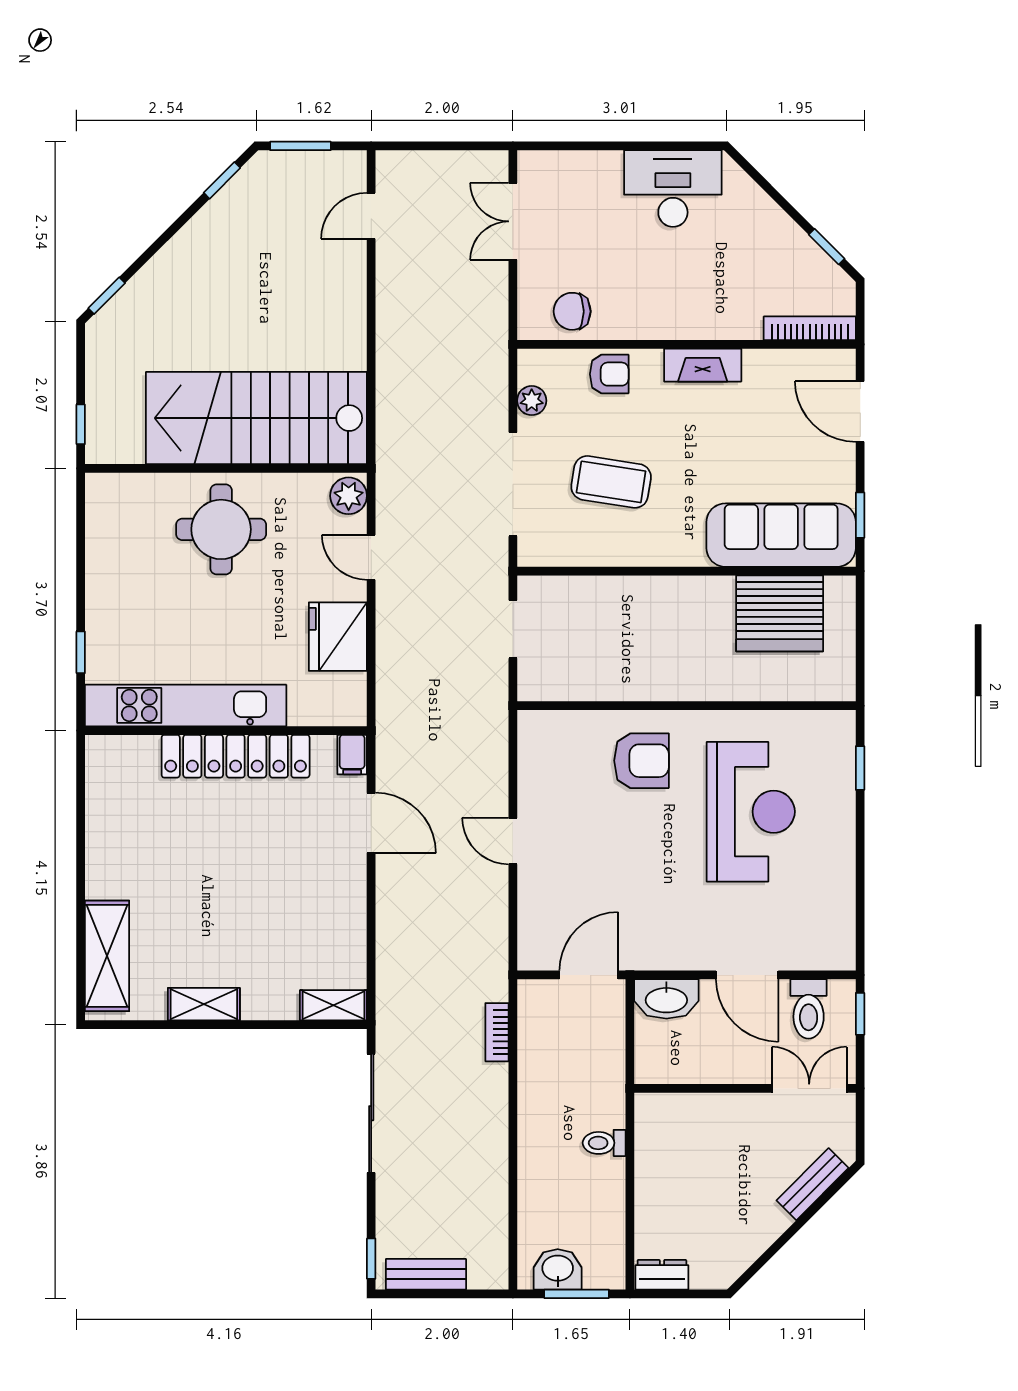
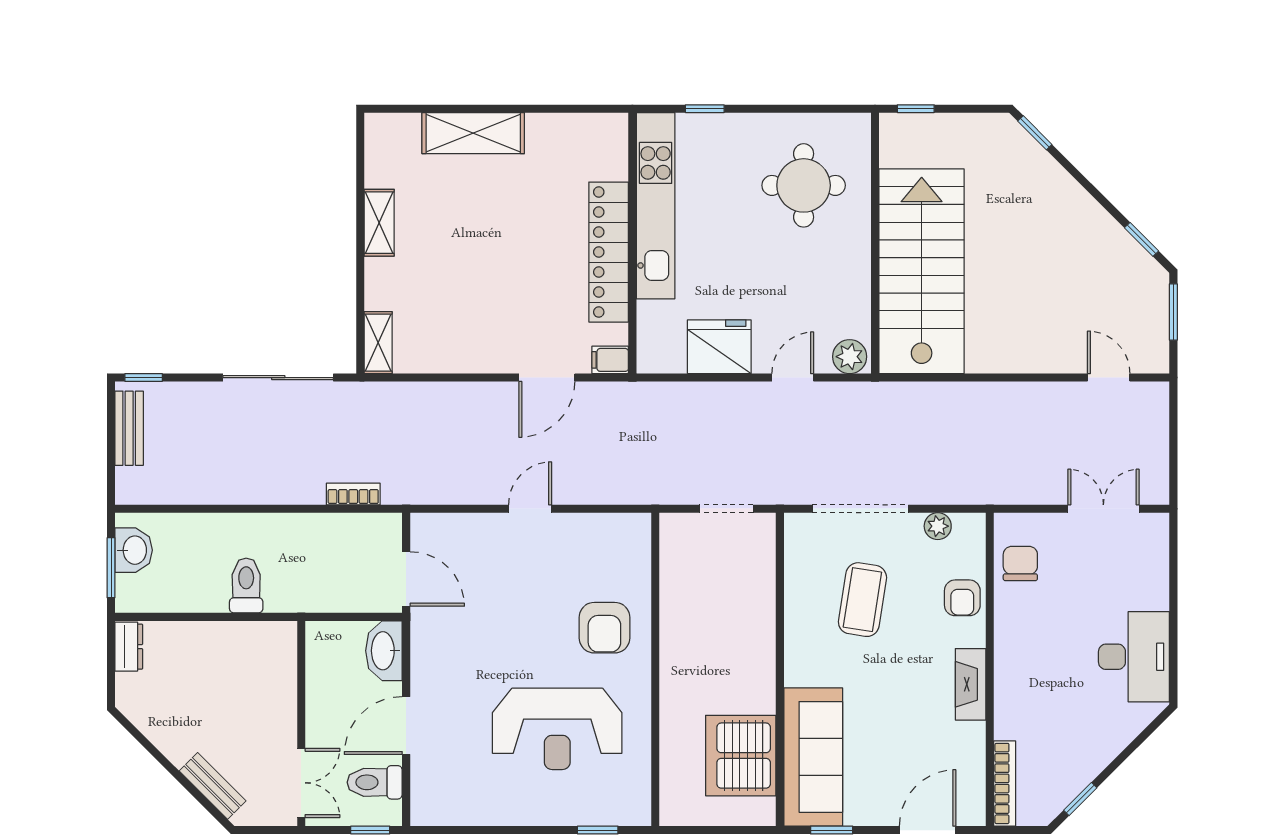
round table: (221, 529) -> (804, 185), moved
shelving: (107, 956) -> (473, 133), moved
toilet: (604, 1143) -> (246, 585), width x1.37, depth x1.39

